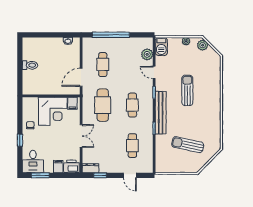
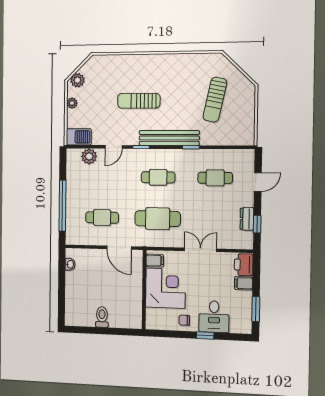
desk: (33, 161) -> (214, 317), moved, turned 90
dresser: (90, 168) -> (247, 219), moved

